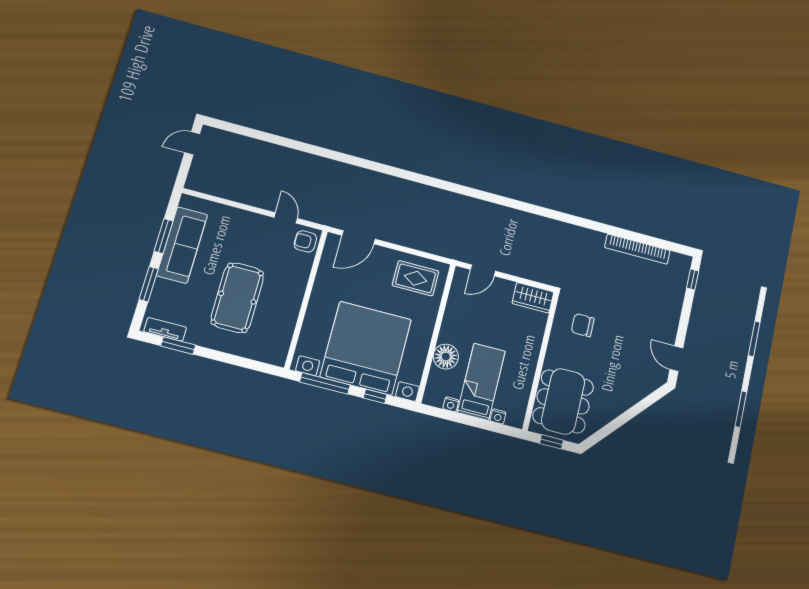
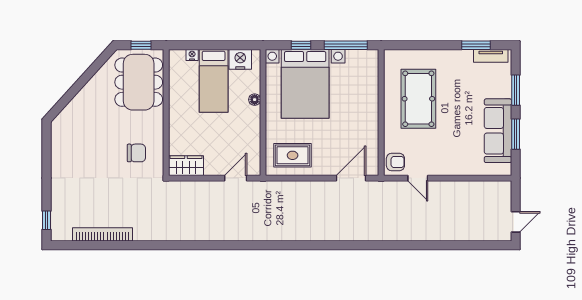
pool table: (237, 298) -> (418, 99), moved
bed with nightstands: (366, 348) -> (305, 84), width x0.73
floor lamp: (446, 357) -> (255, 100), width x0.53, depth x0.53
door: (676, 359) -> (46, 145), removed
nightstand: (451, 404) -> (240, 59), width x1.89, depth x1.79

